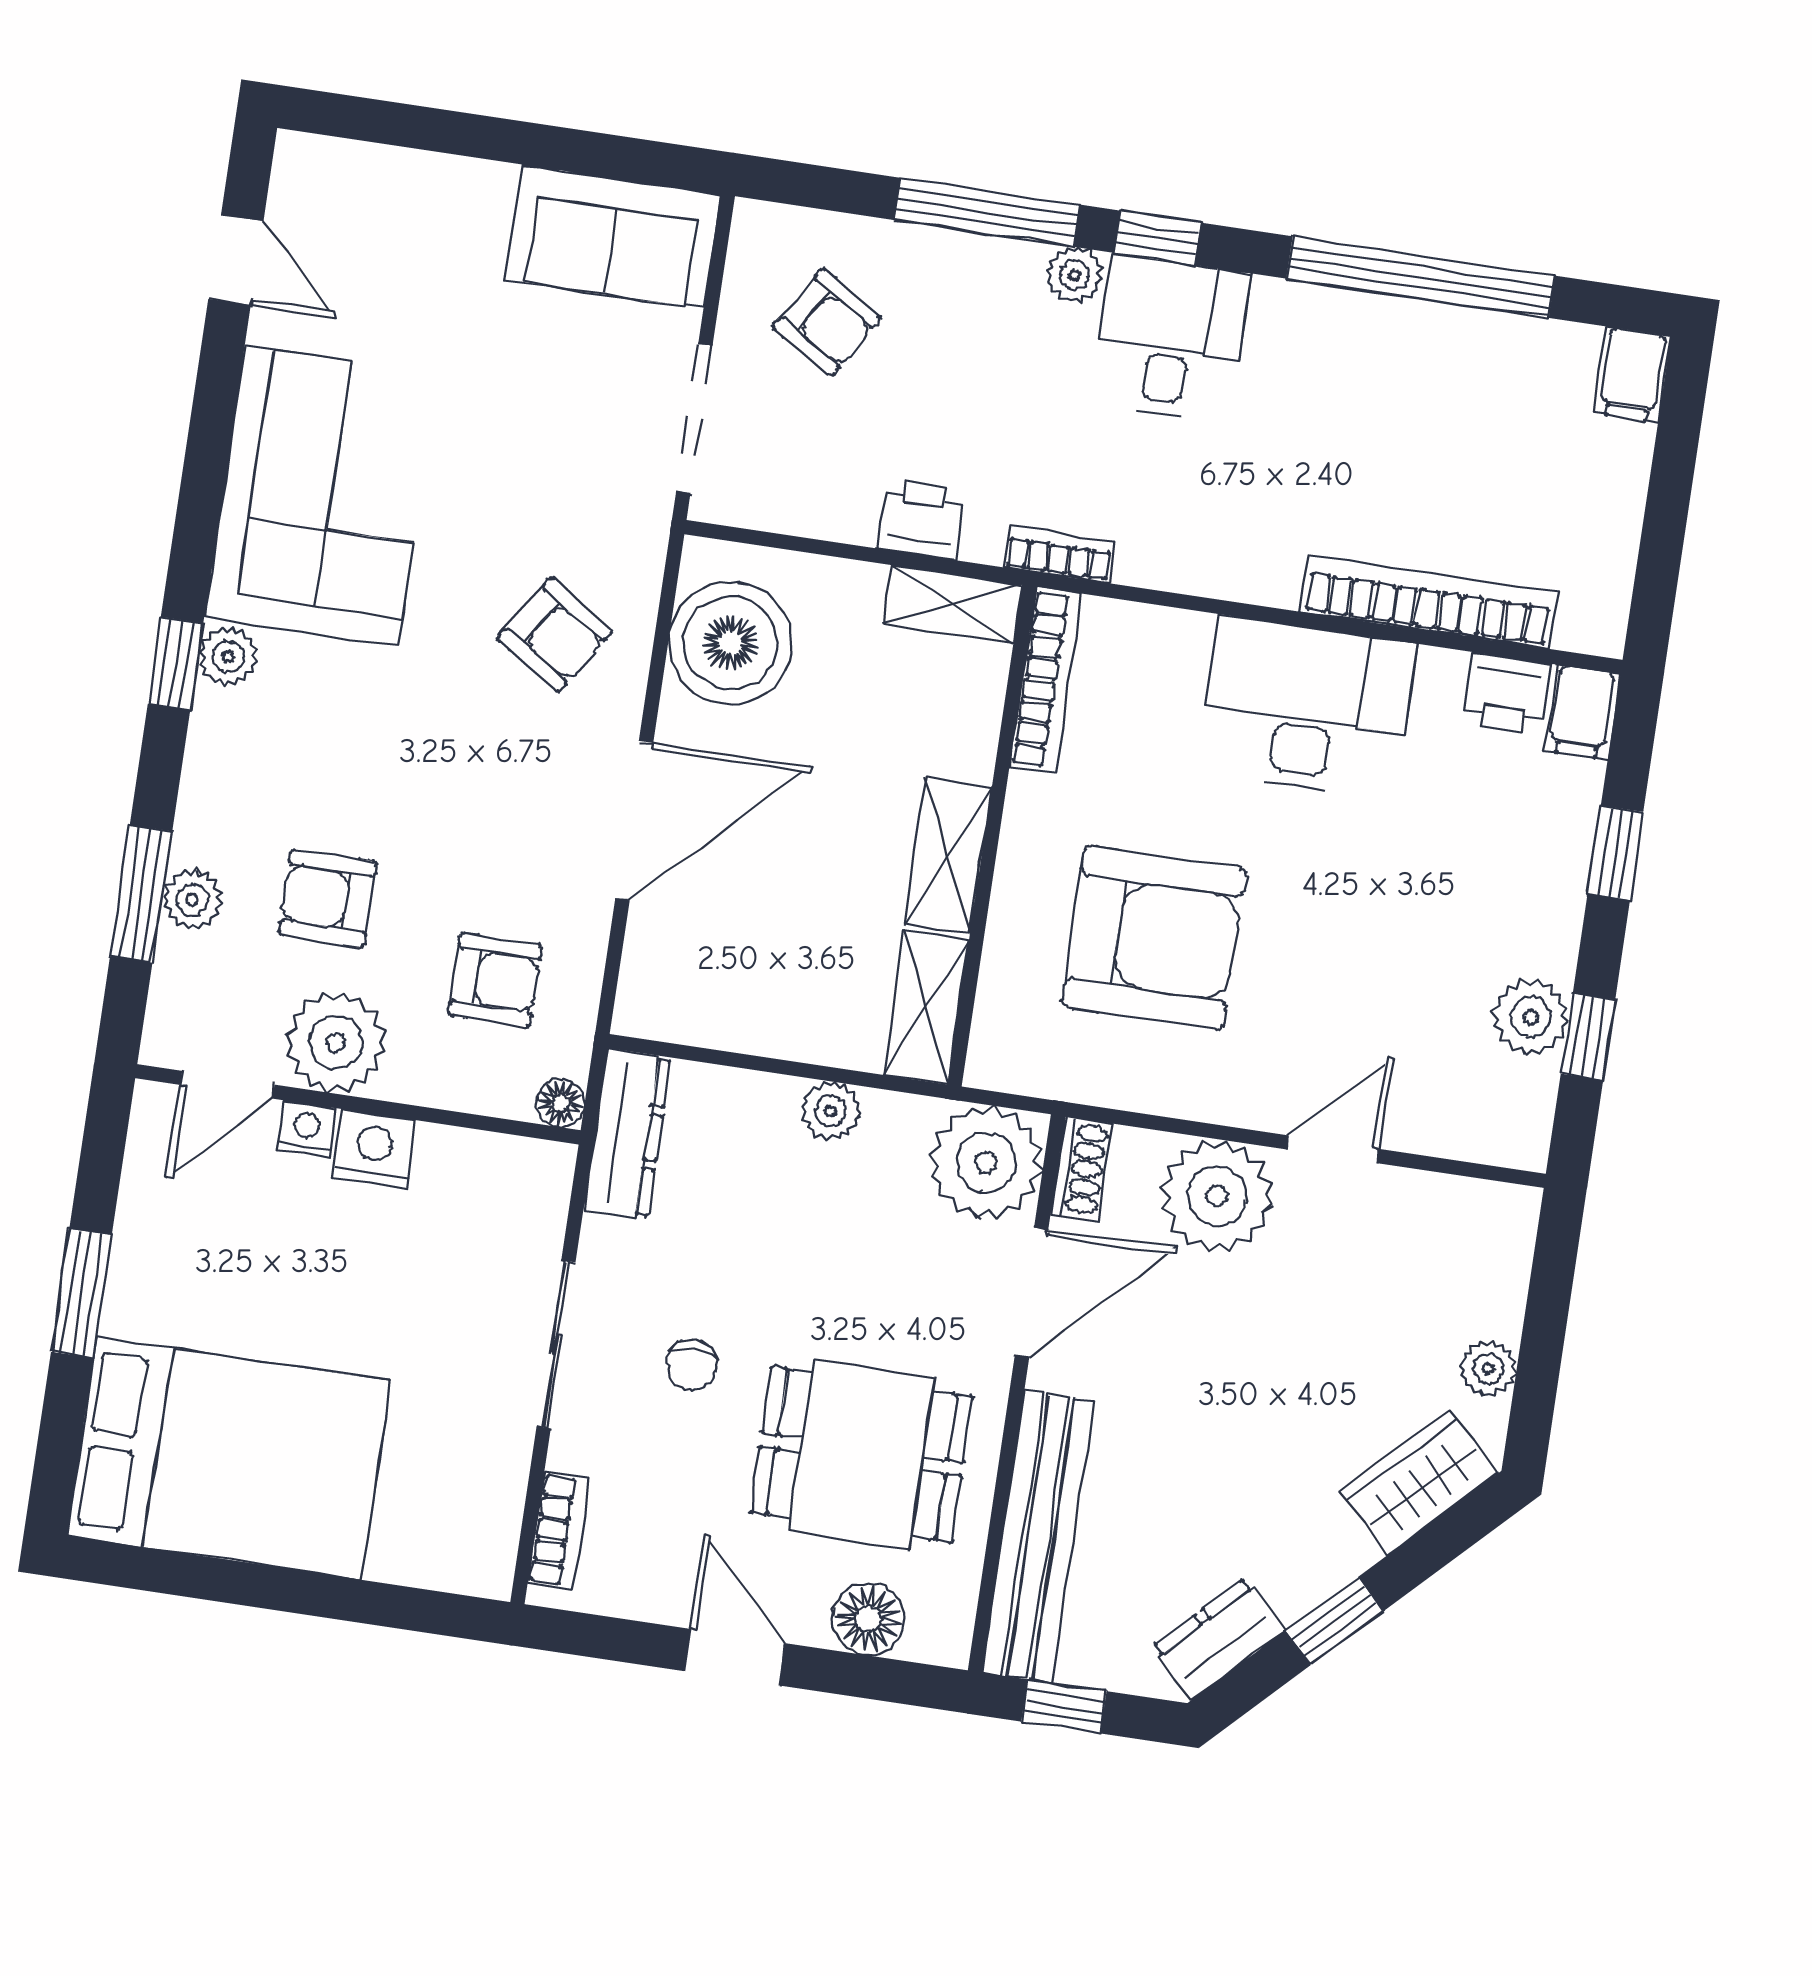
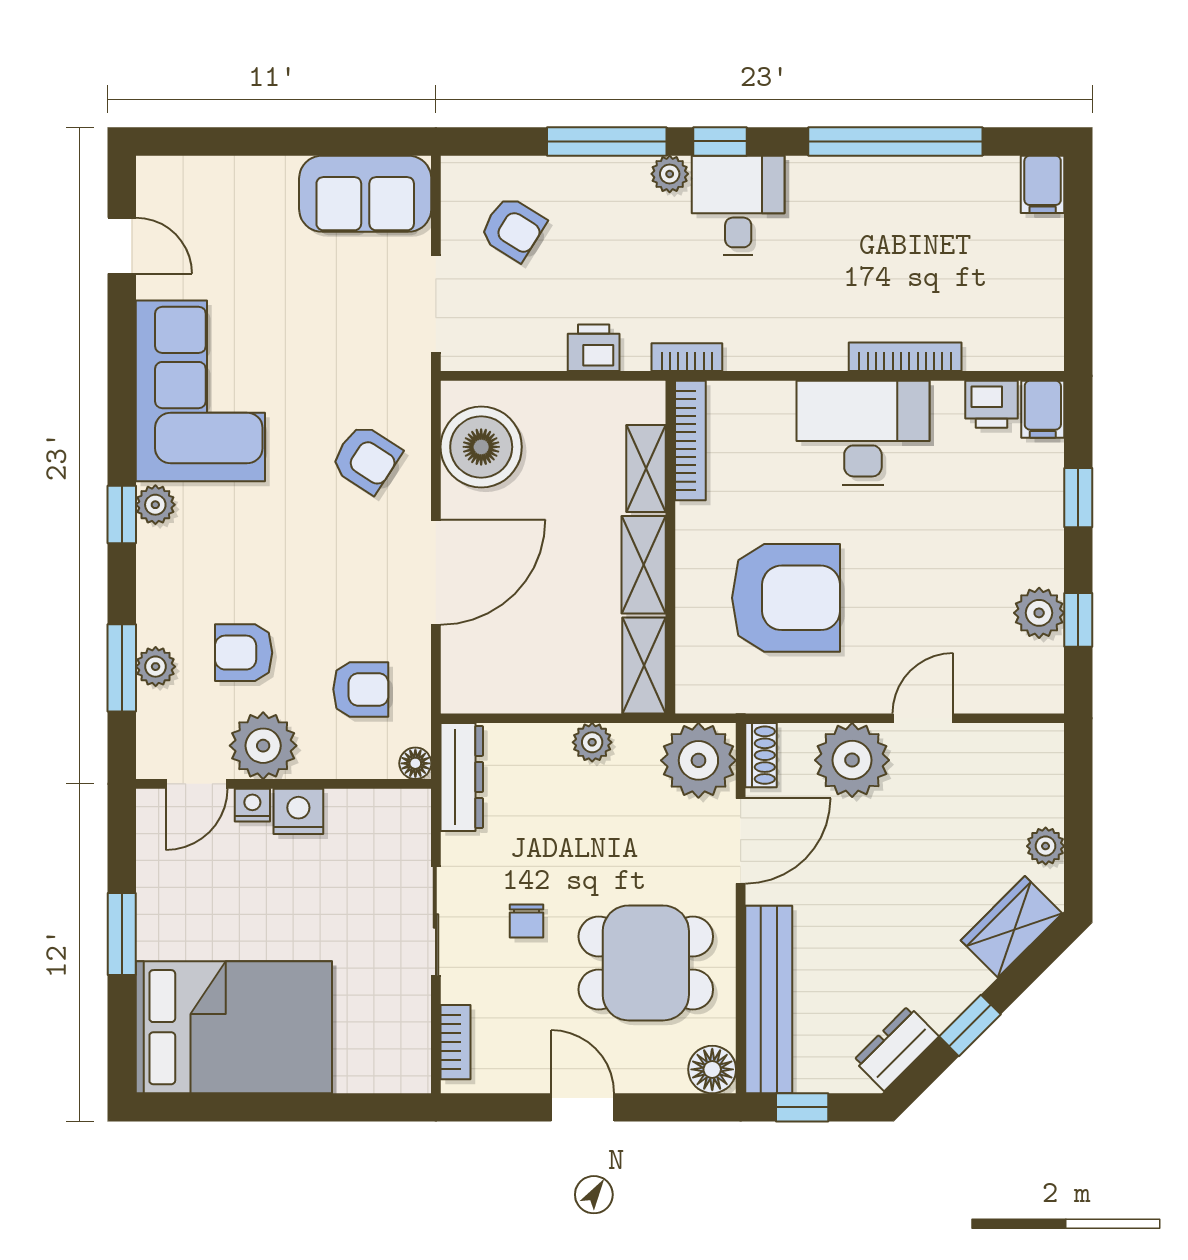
bookcase: (1429, 602) -> (905, 357), width x0.68, depth x0.76
shelving: (952, 604) -> (646, 468), moved, turned 90
floor lamp: (868, 1619) -> (712, 1069), moved

